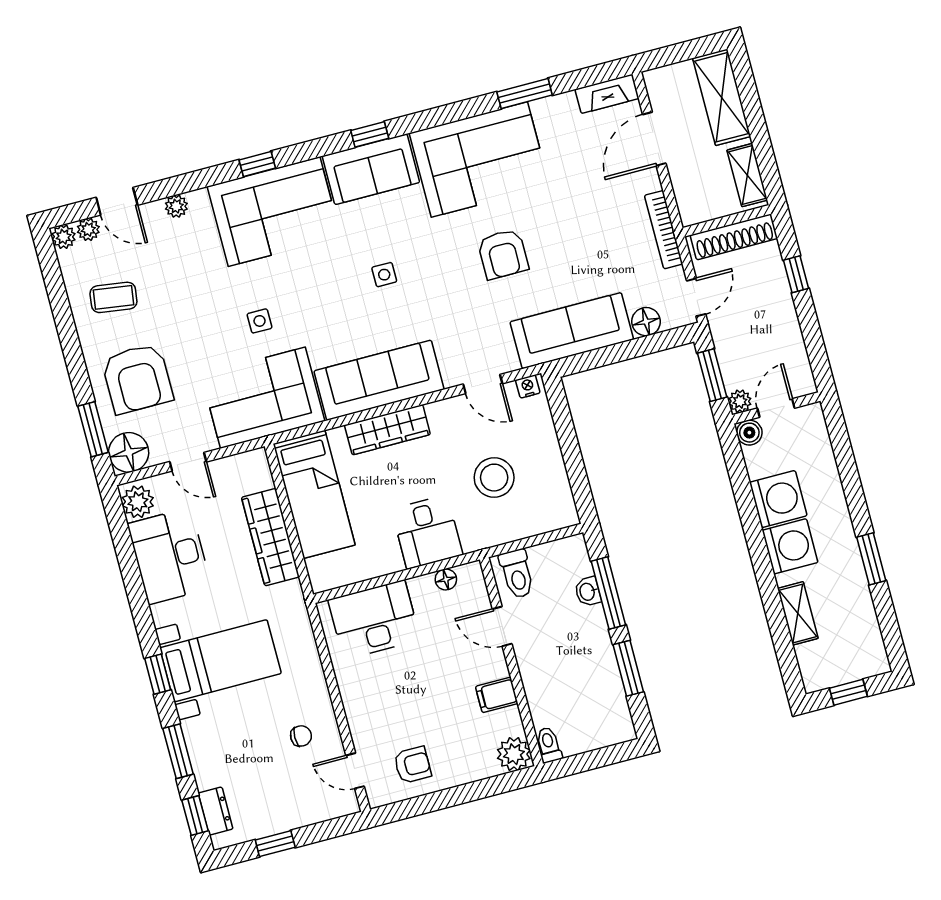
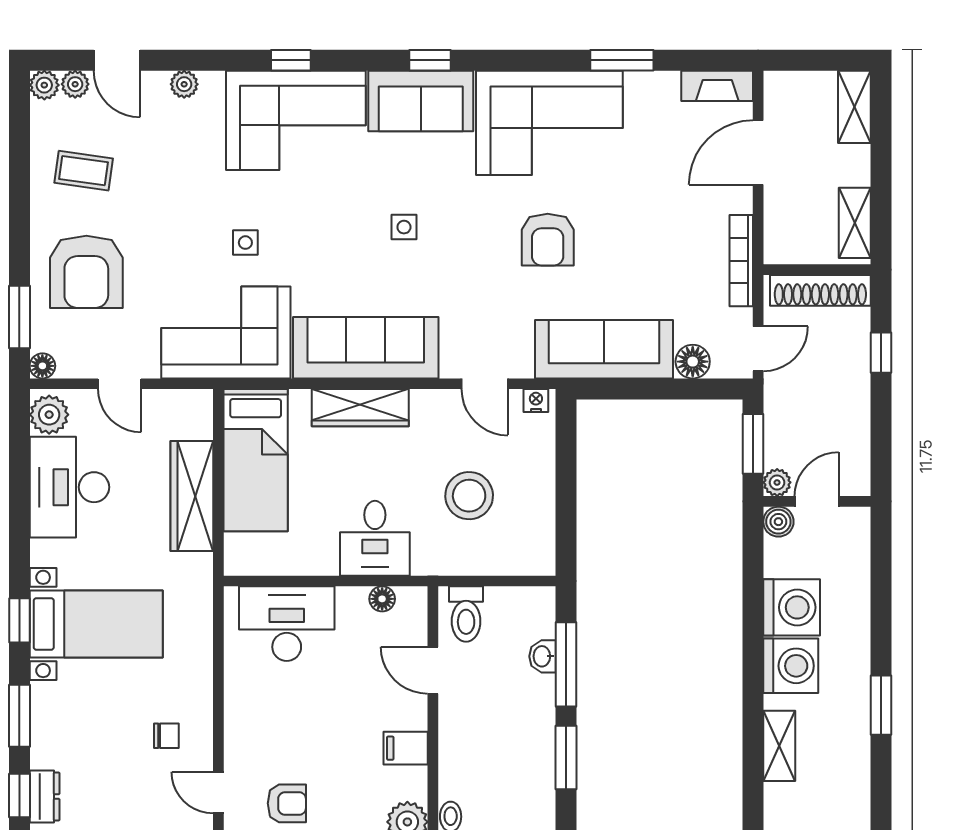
shelving: (722, 97) -> (854, 107), width x0.67, depth x0.75
floor lamp: (129, 452) -> (42, 366), width x0.53, depth x0.53

